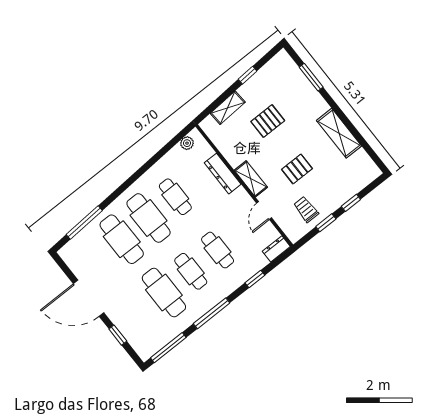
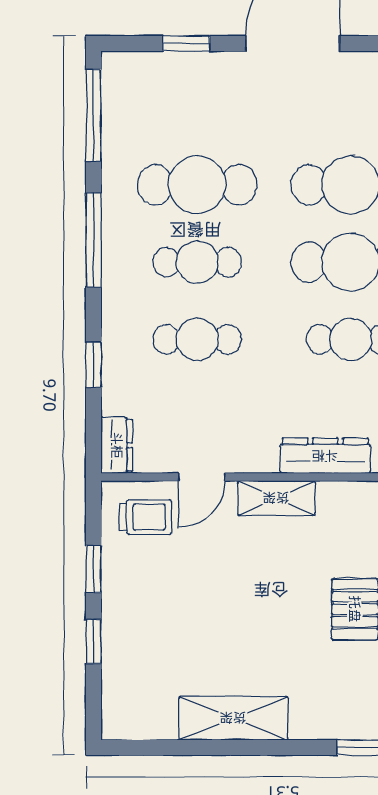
pallet: (297, 169) -> (229, 594), removed
trolley: (306, 209) -> (145, 517), moved
door: (264, 211) -> (202, 477), swing flipped

